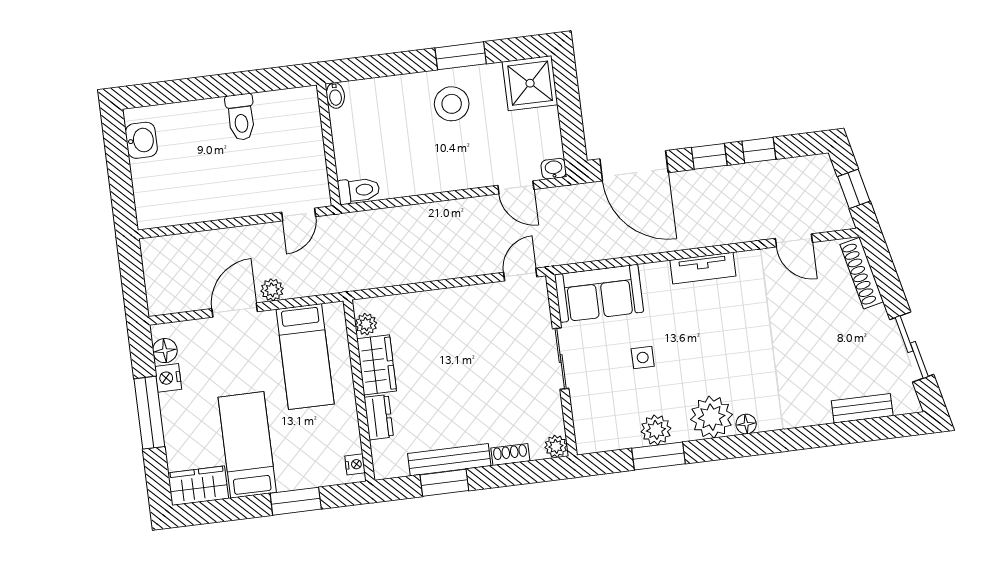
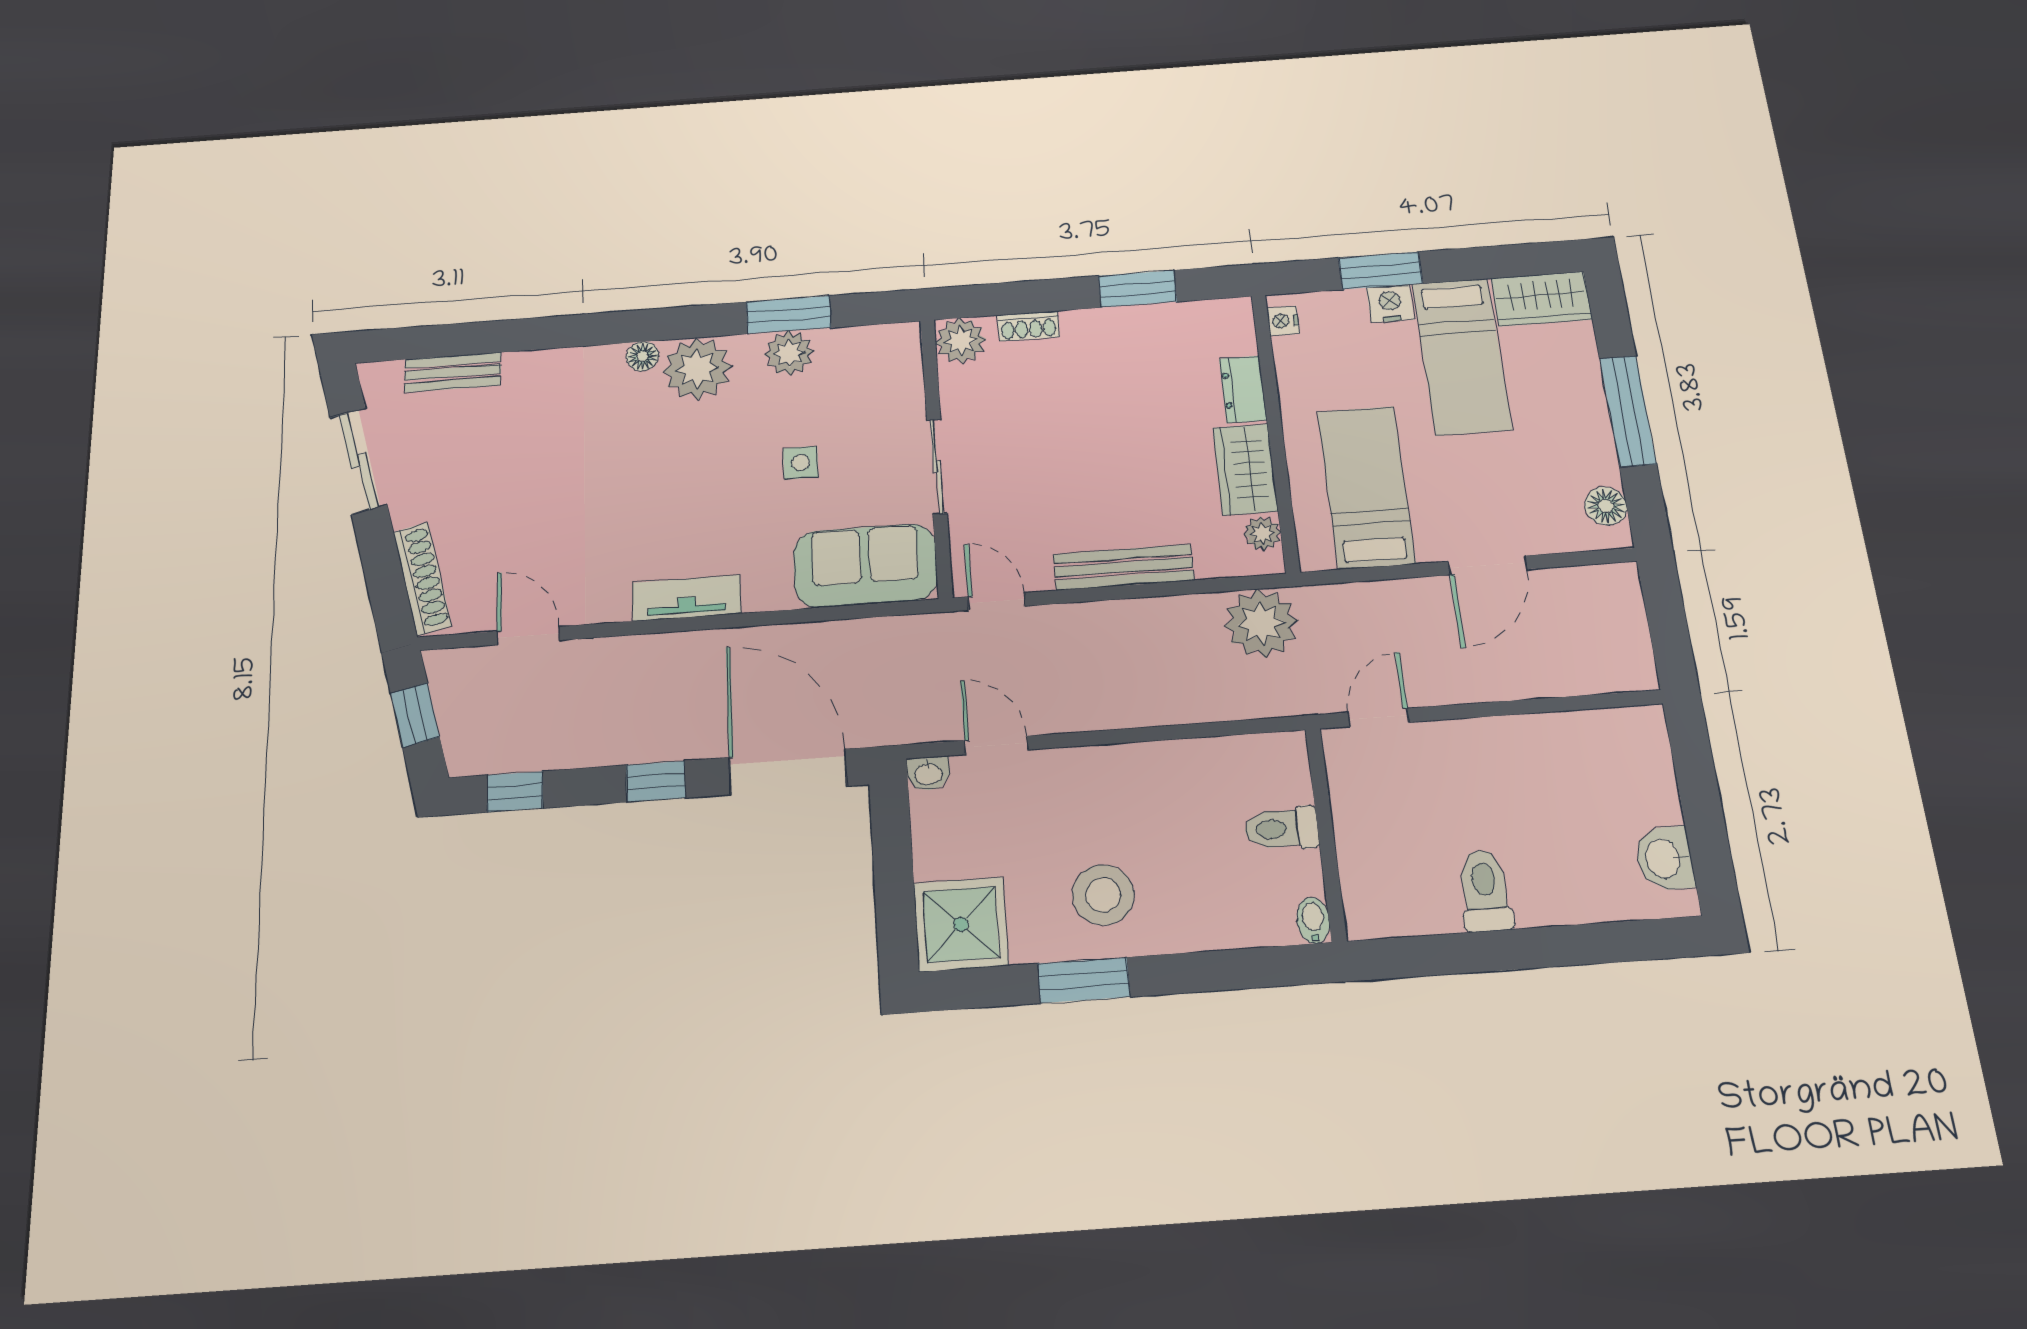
window: (759, 150) -> (515, 792), moved
toilet: (359, 190) -> (1281, 829), moved
door: (520, 275) -> (997, 601), swing flipped
plant: (272, 290) -> (1261, 623), moved, width x1.87, depth x1.87
nightstand: (168, 378) -> (1390, 303), moved, turned -90
plant: (556, 446) -> (961, 341), width x1.38, depth x1.38
bench: (449, 460) -> (1124, 567), moved

